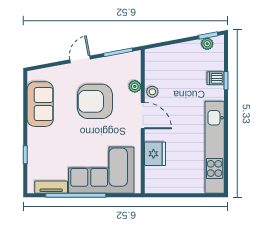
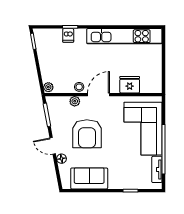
plant: (207, 44) -> (48, 87), moved
floor lamp: (64, 70) -> (61, 159), added

